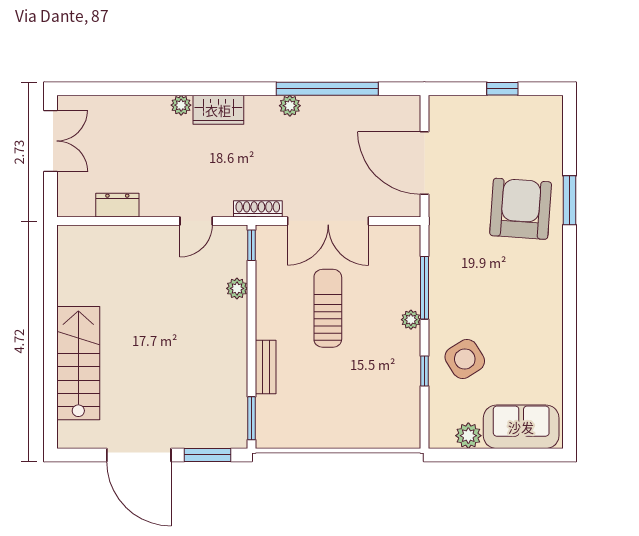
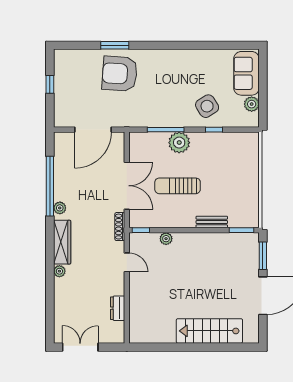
wardrobe: (218, 110) -> (62, 242), width x1.50
plant: (411, 320) -> (179, 143), width x1.88, depth x1.88

